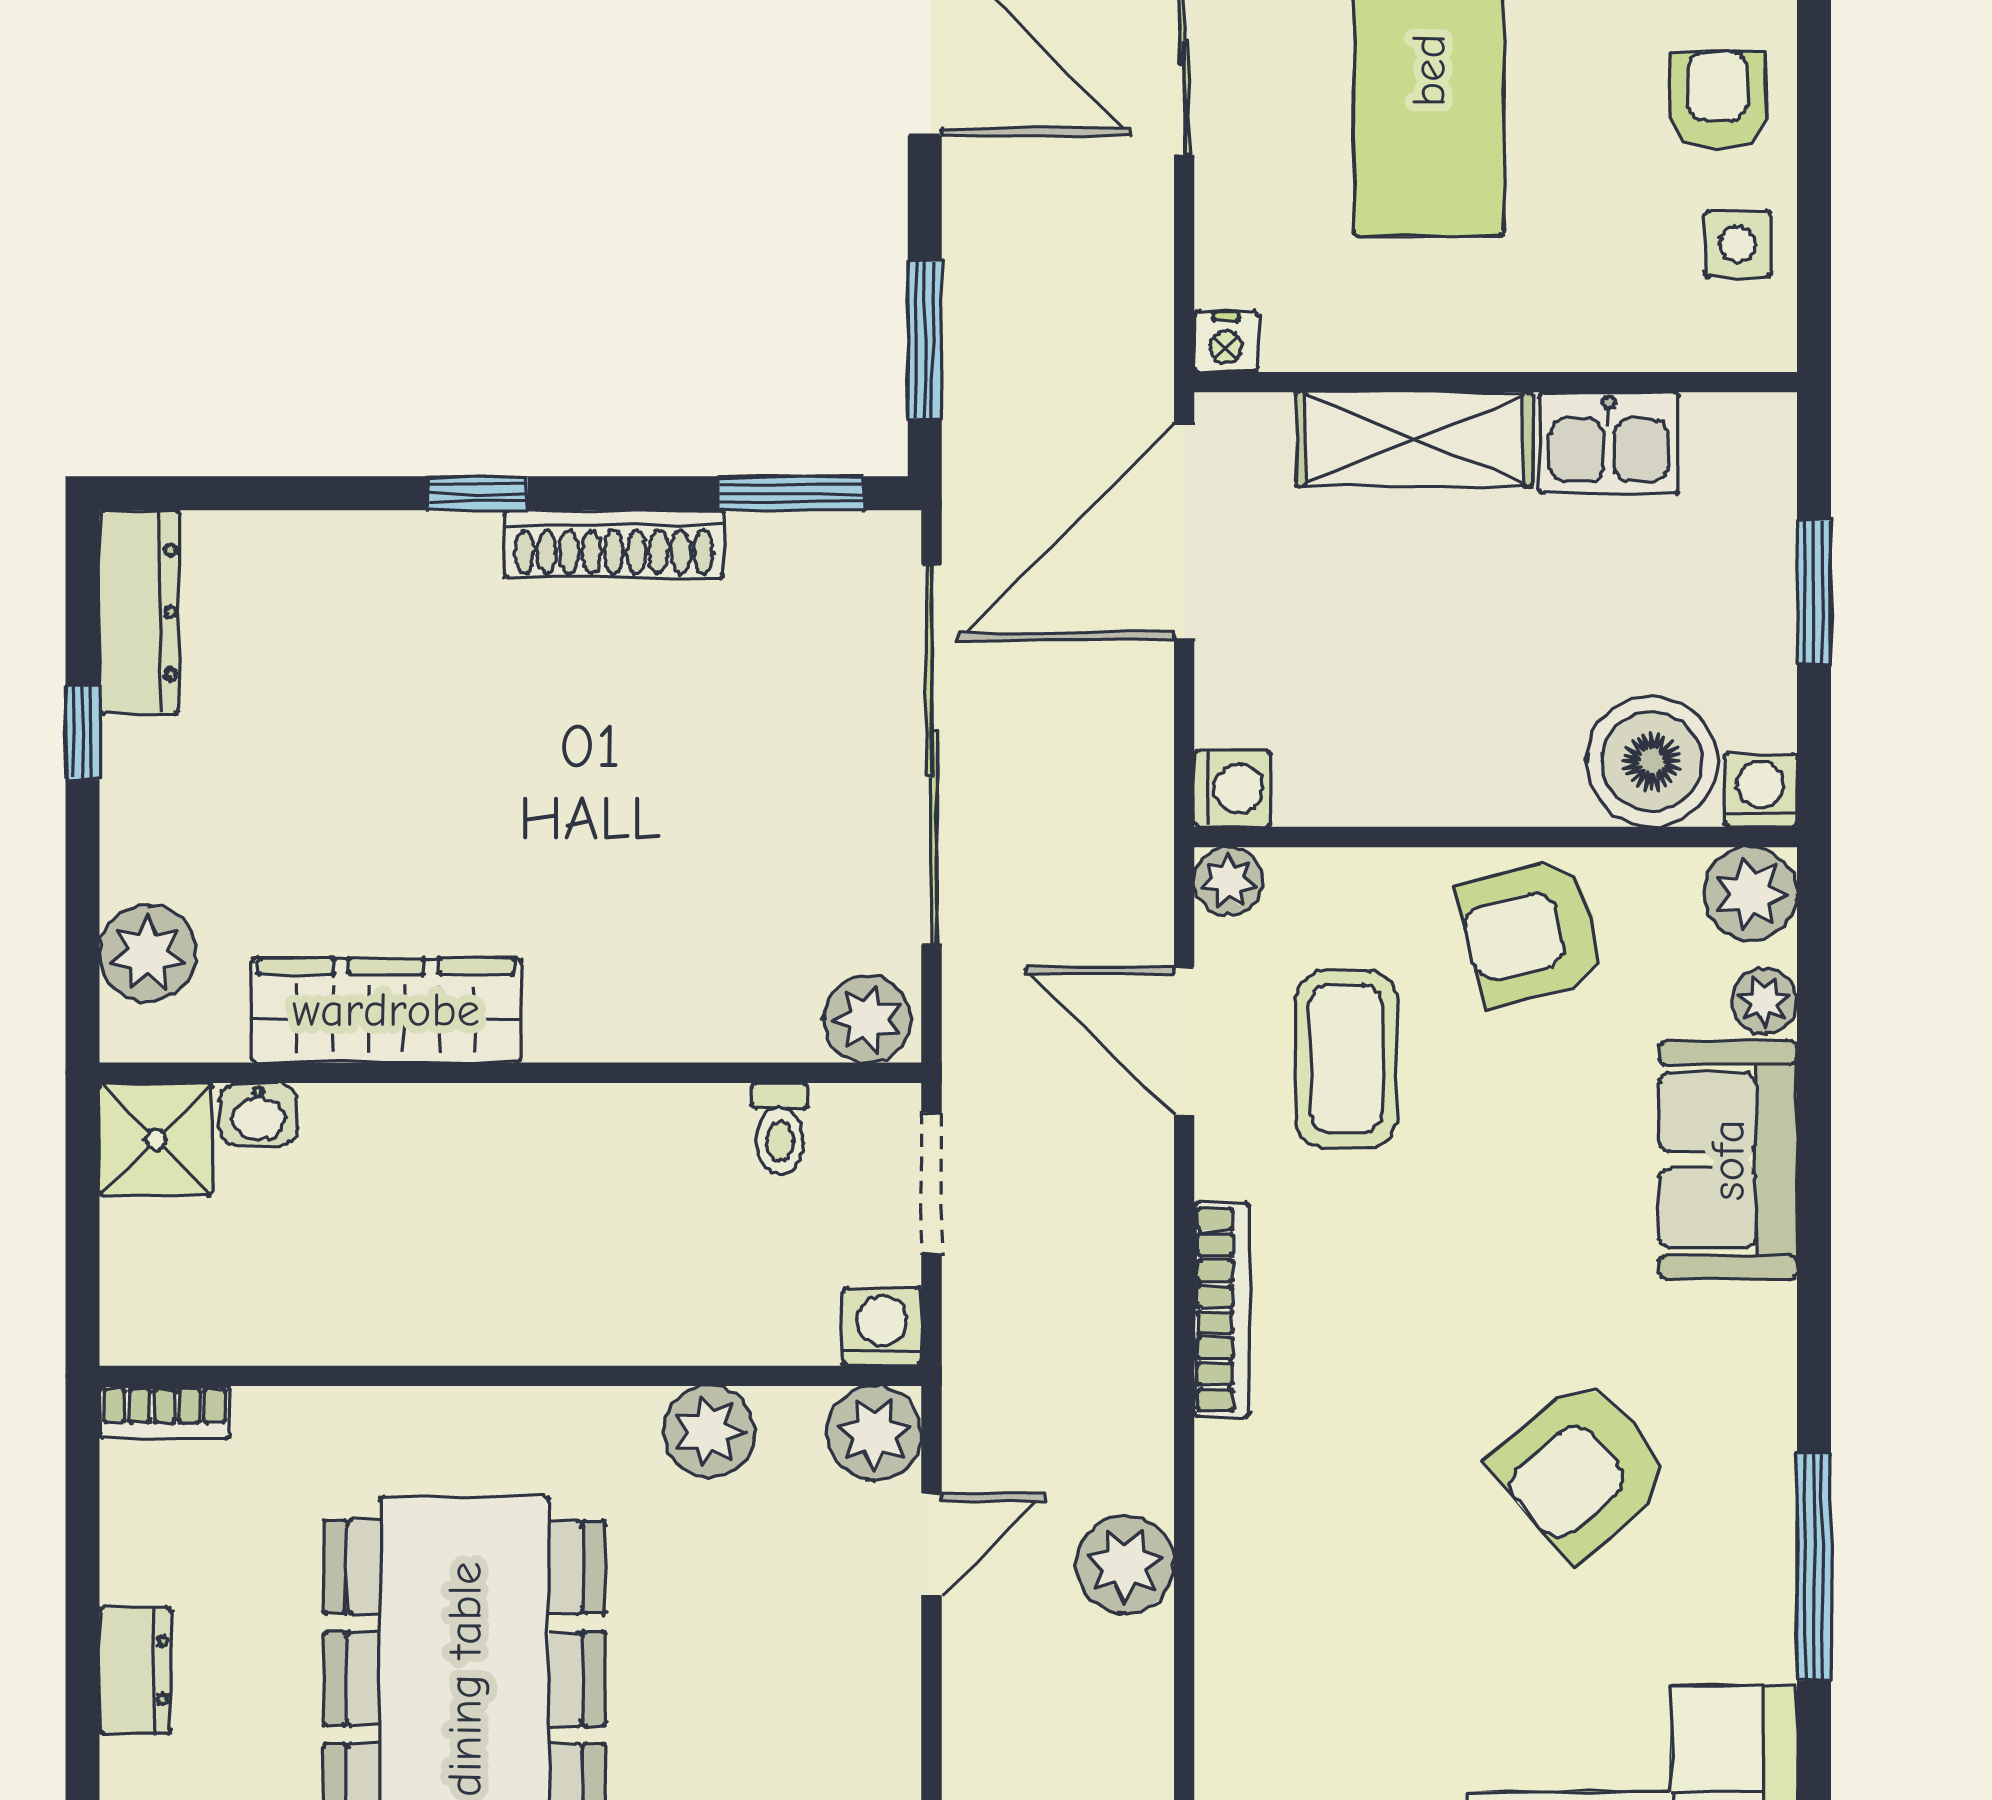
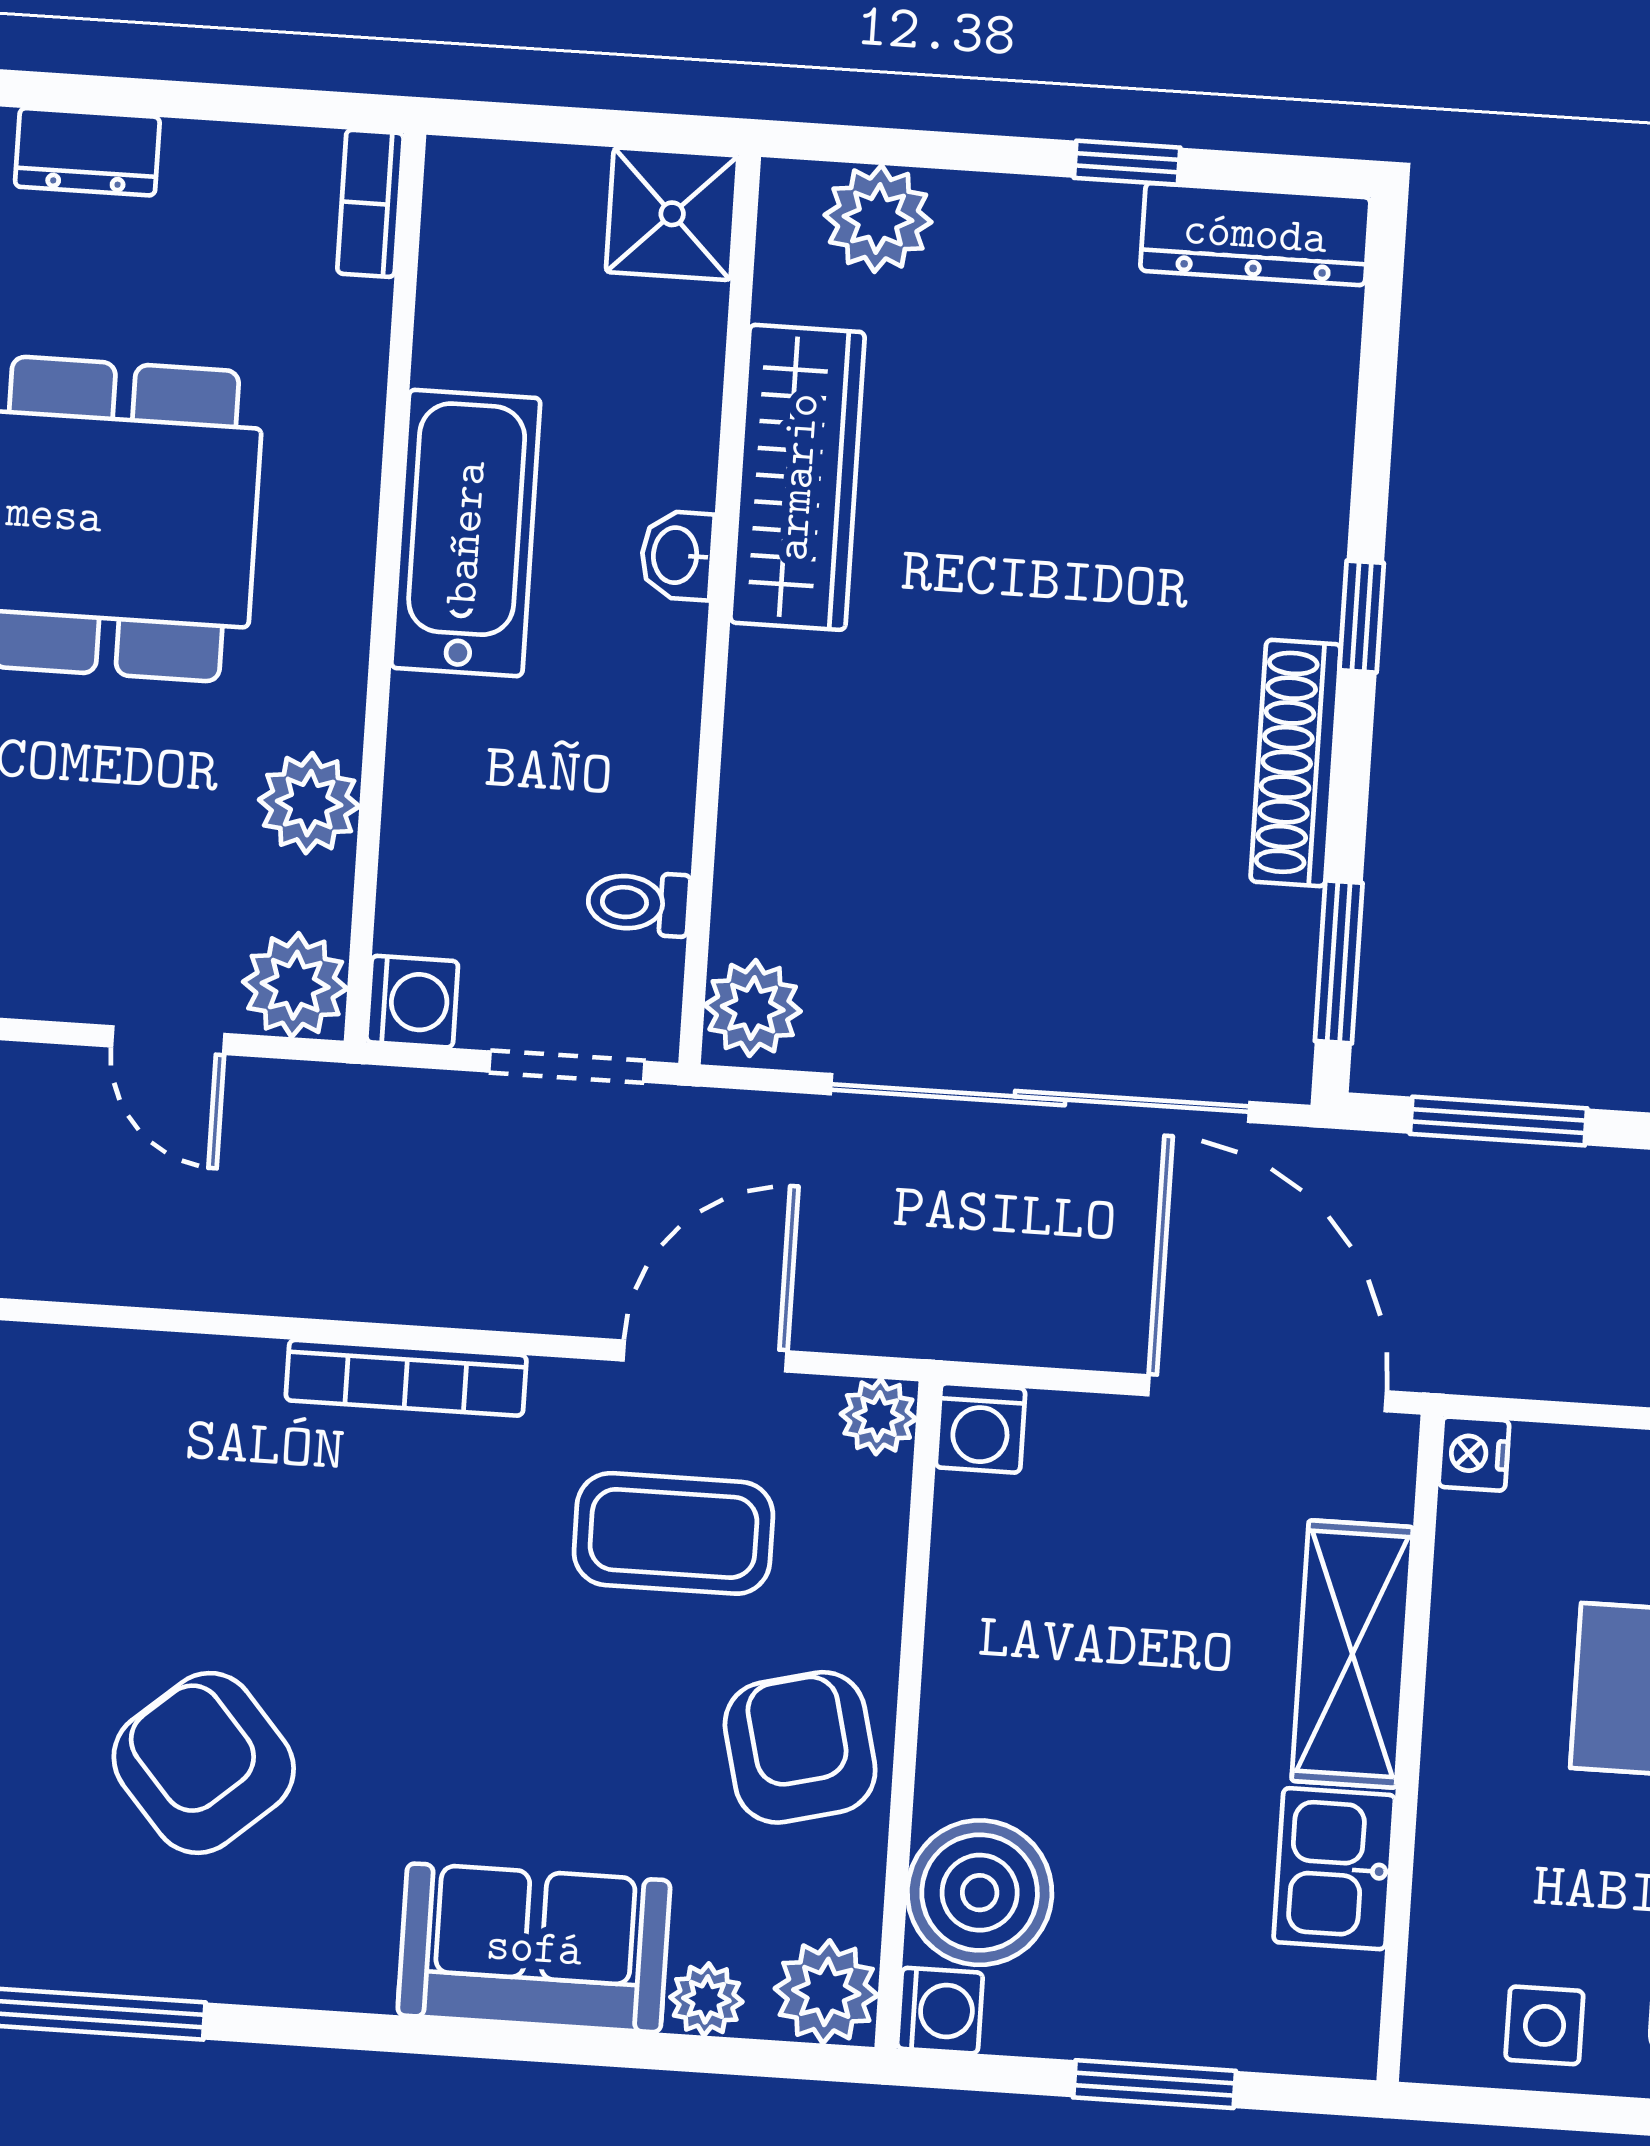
washbasin: (258, 1114) -> (677, 555), moved
bathtub: (456, 1306) -> (466, 533), added
plant: (1125, 1565) -> (132, 1253), removed

